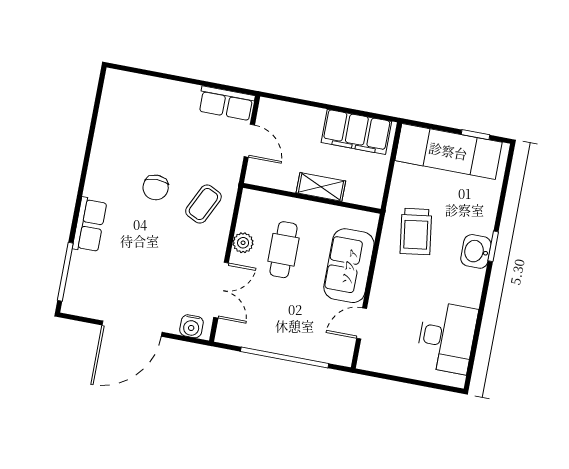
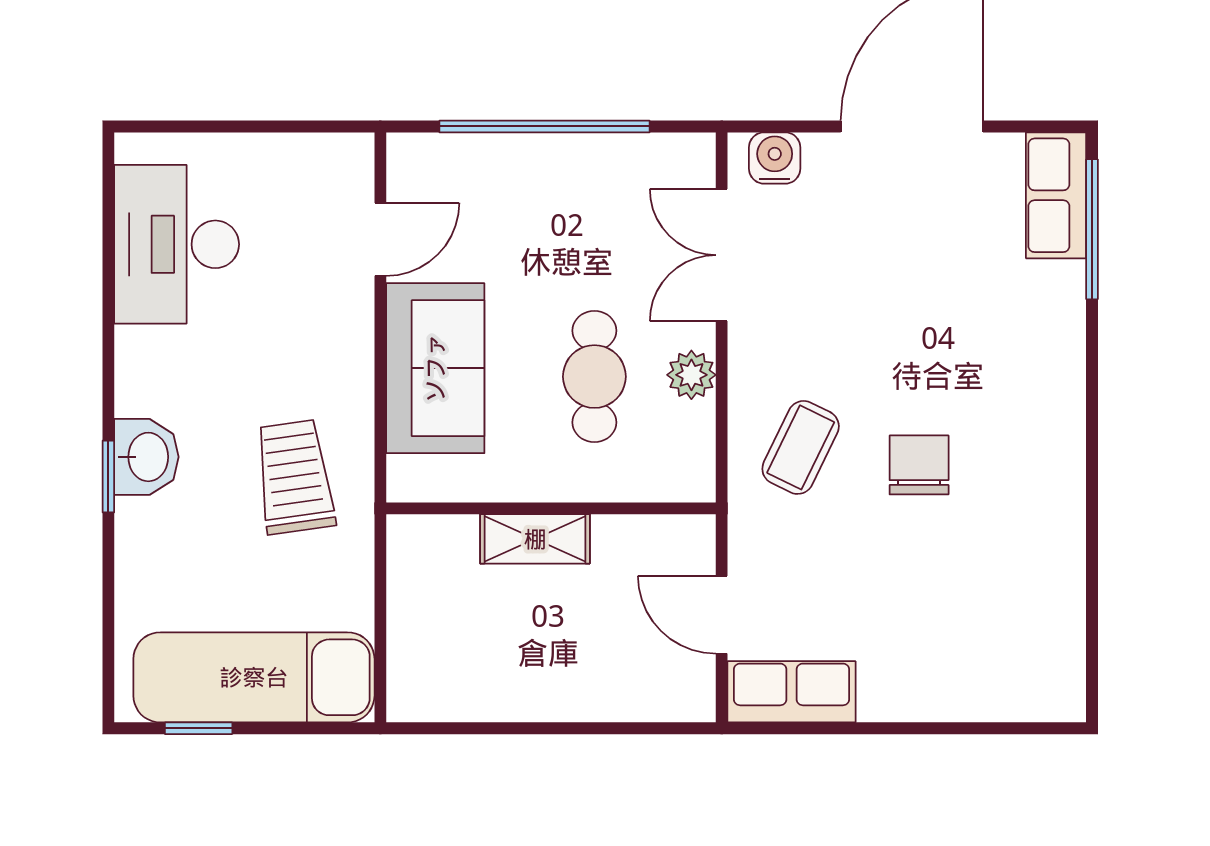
filing cabinet: (356, 132) -> (477, 682), removed
row of seats: (90, 225) -> (1056, 195), moved

